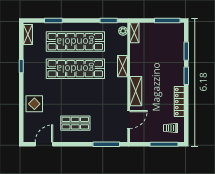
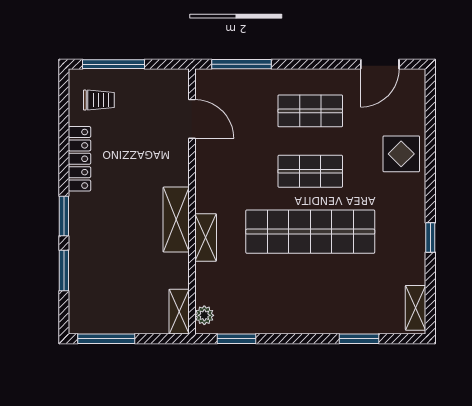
shop shelf: (75, 42) -> (310, 171), moved, width x0.50, depth x0.74
shelving: (136, 91) -> (176, 220), moved
door: (129, 119) -> (192, 119), swing flipped

